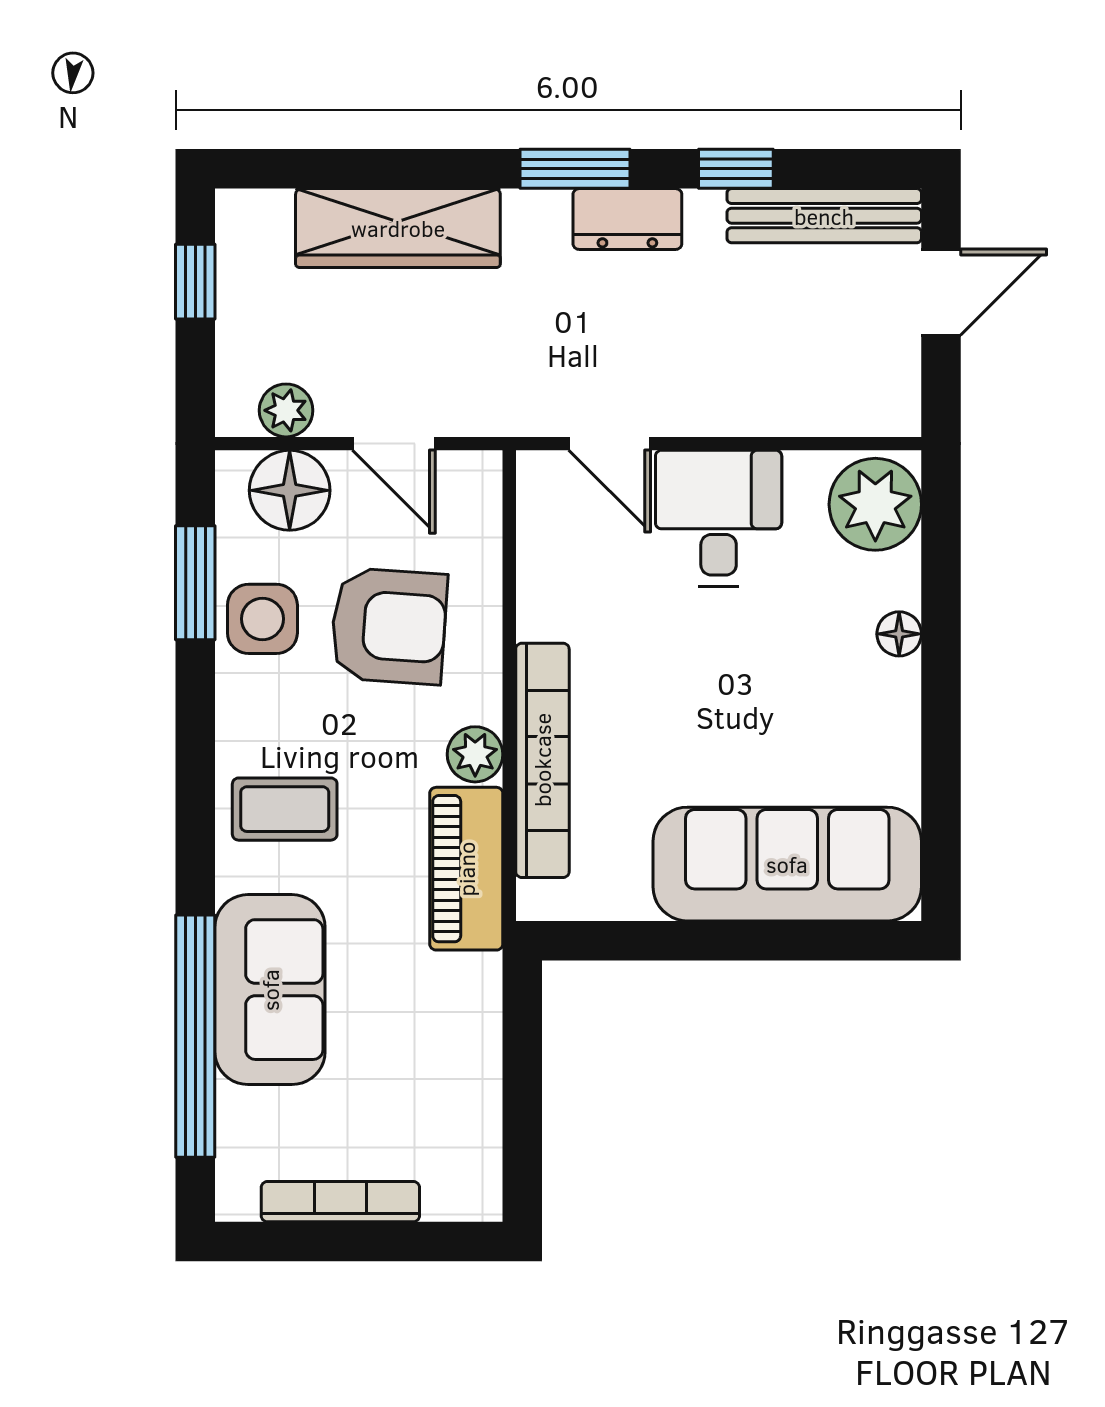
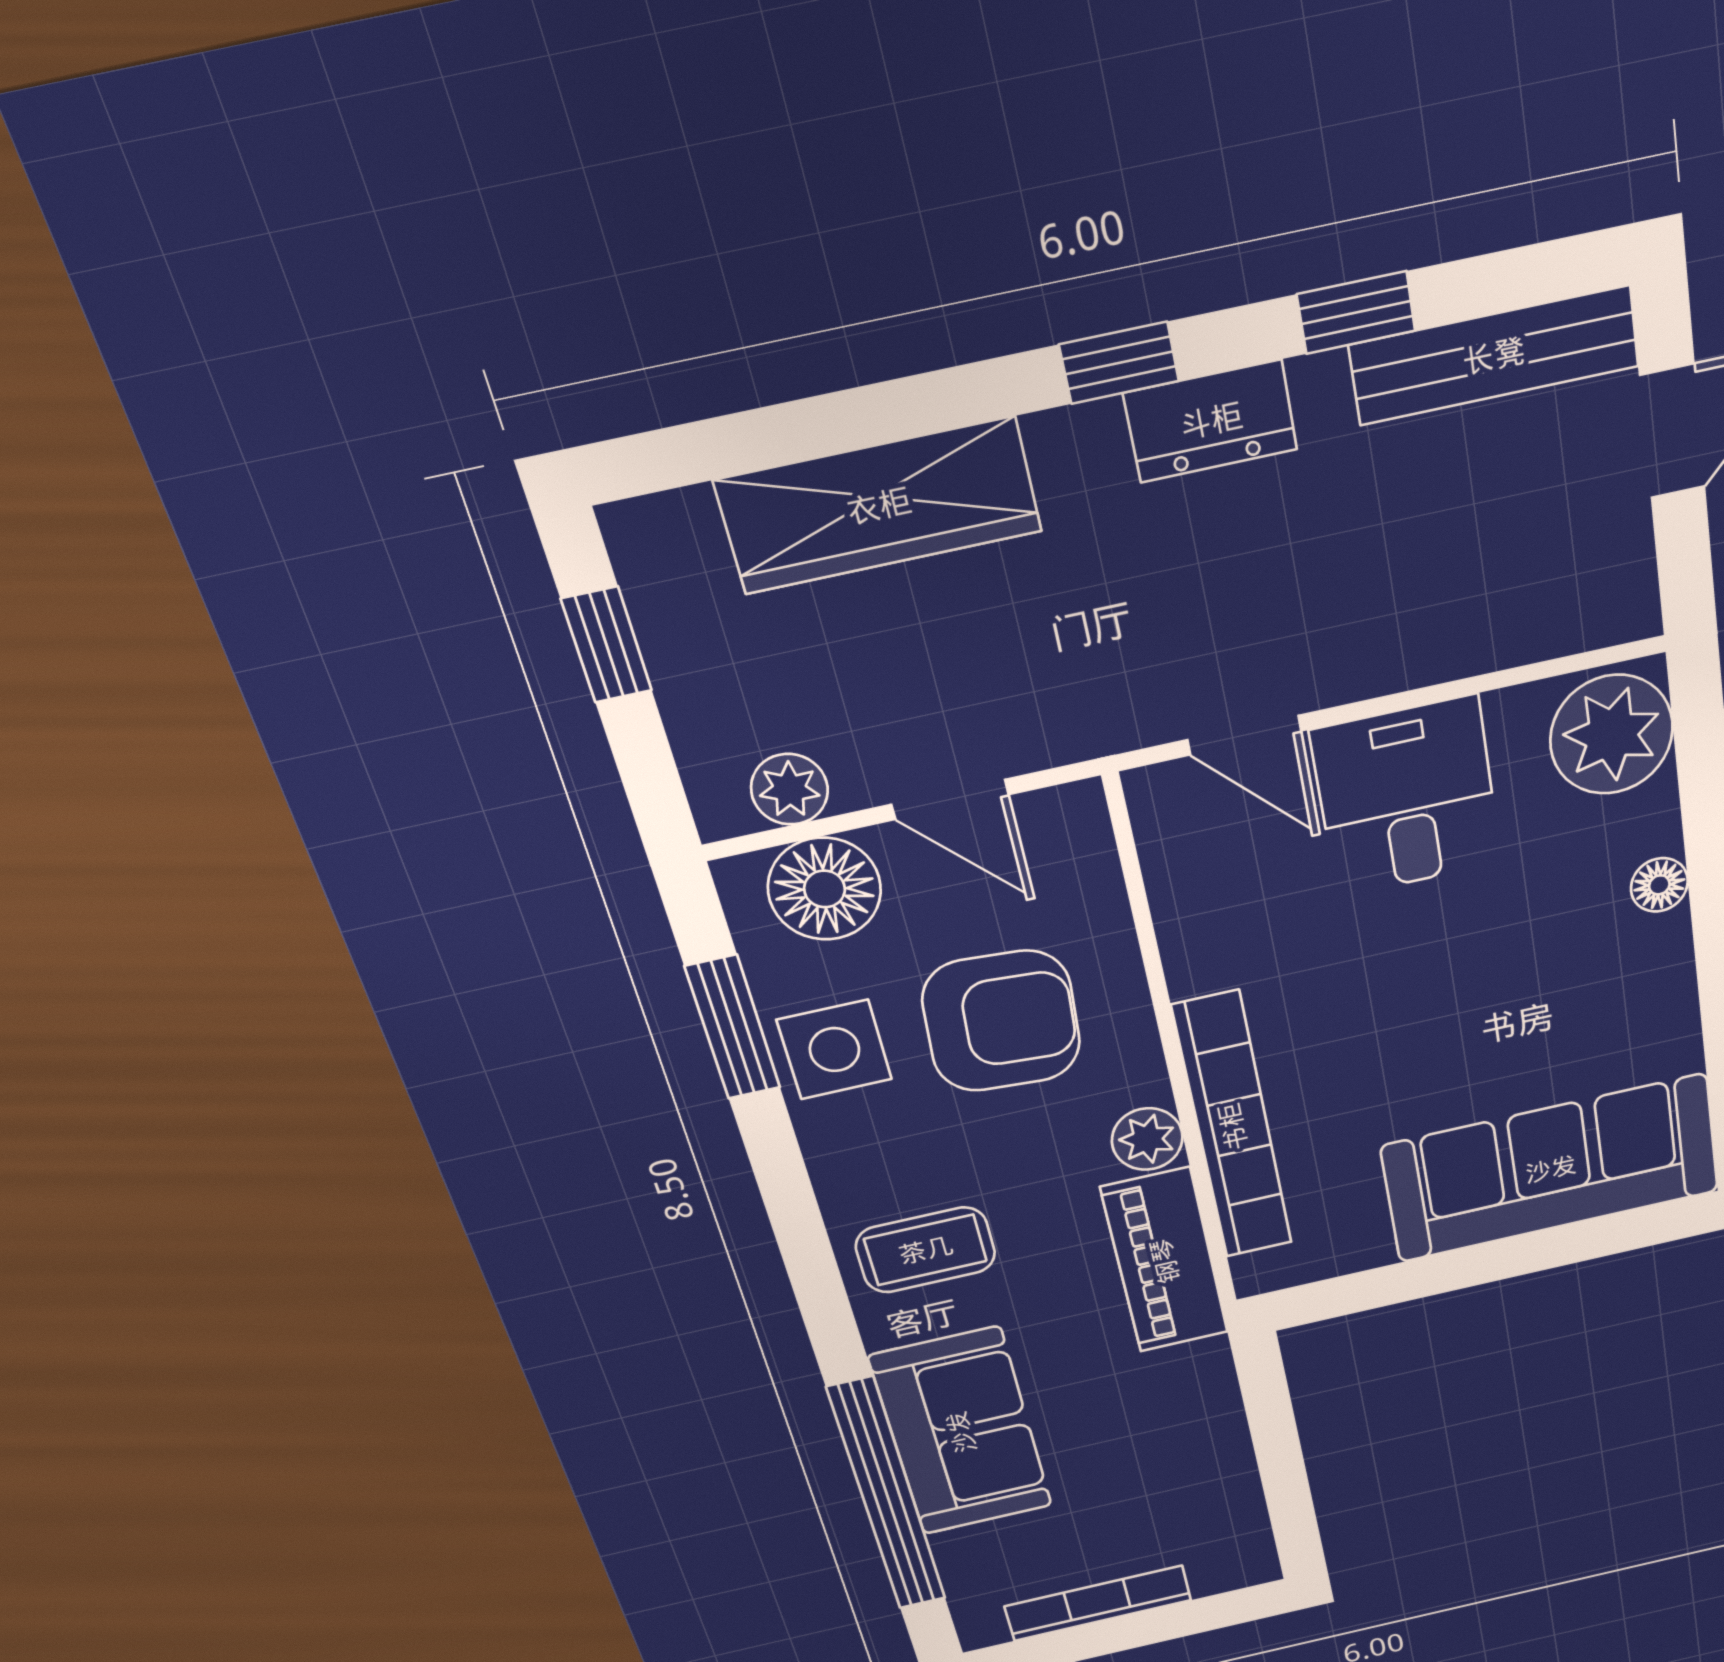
window: (575, 169) -> (1119, 363), width x0.67

